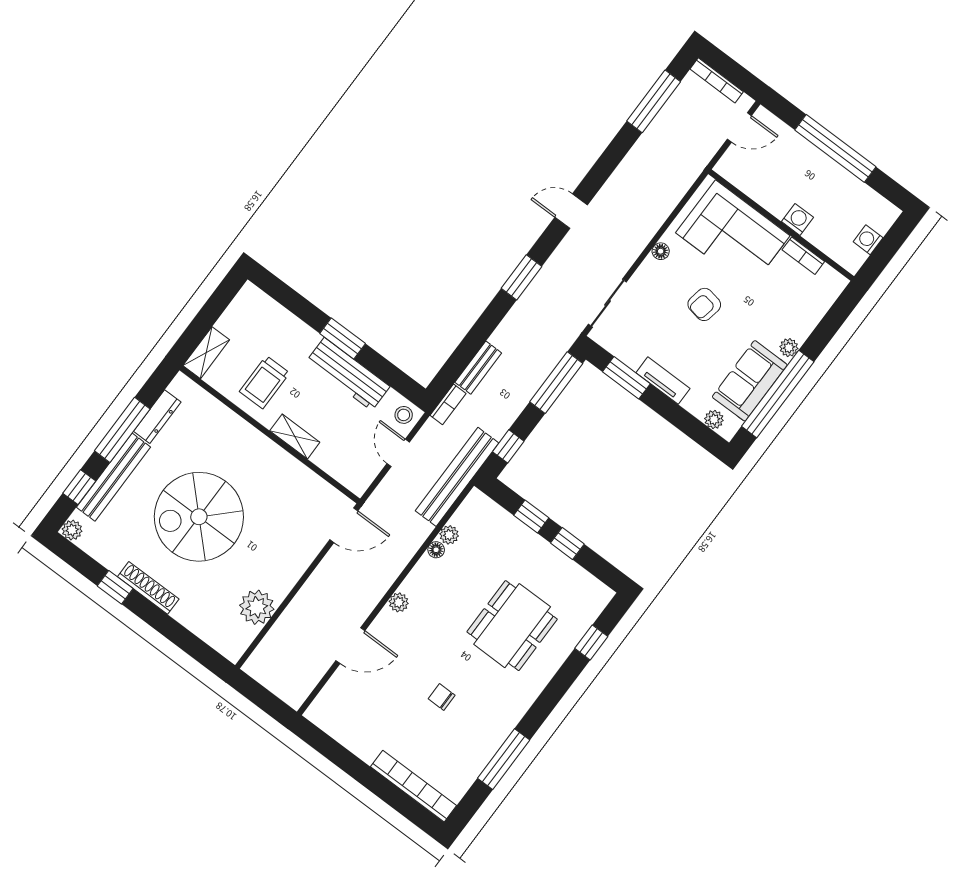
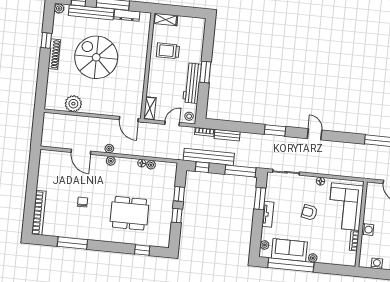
shelving: (295, 436) -> (150, 108), moved
bench: (457, 477) -> (209, 157), moved
plant: (375, 592) -> (109, 149), added

